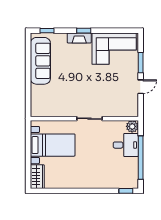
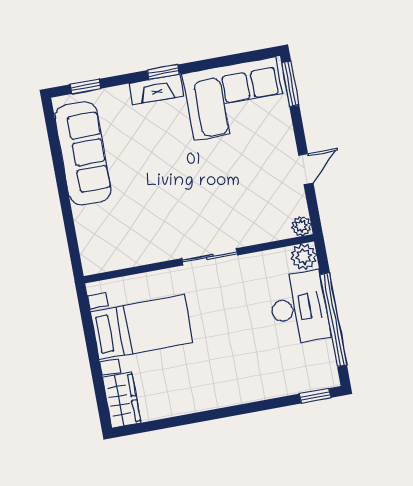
window: (141, 63) -> (290, 84), moved
plant: (134, 112) -> (301, 226), added
desk: (126, 145) -> (299, 308), width x1.37

